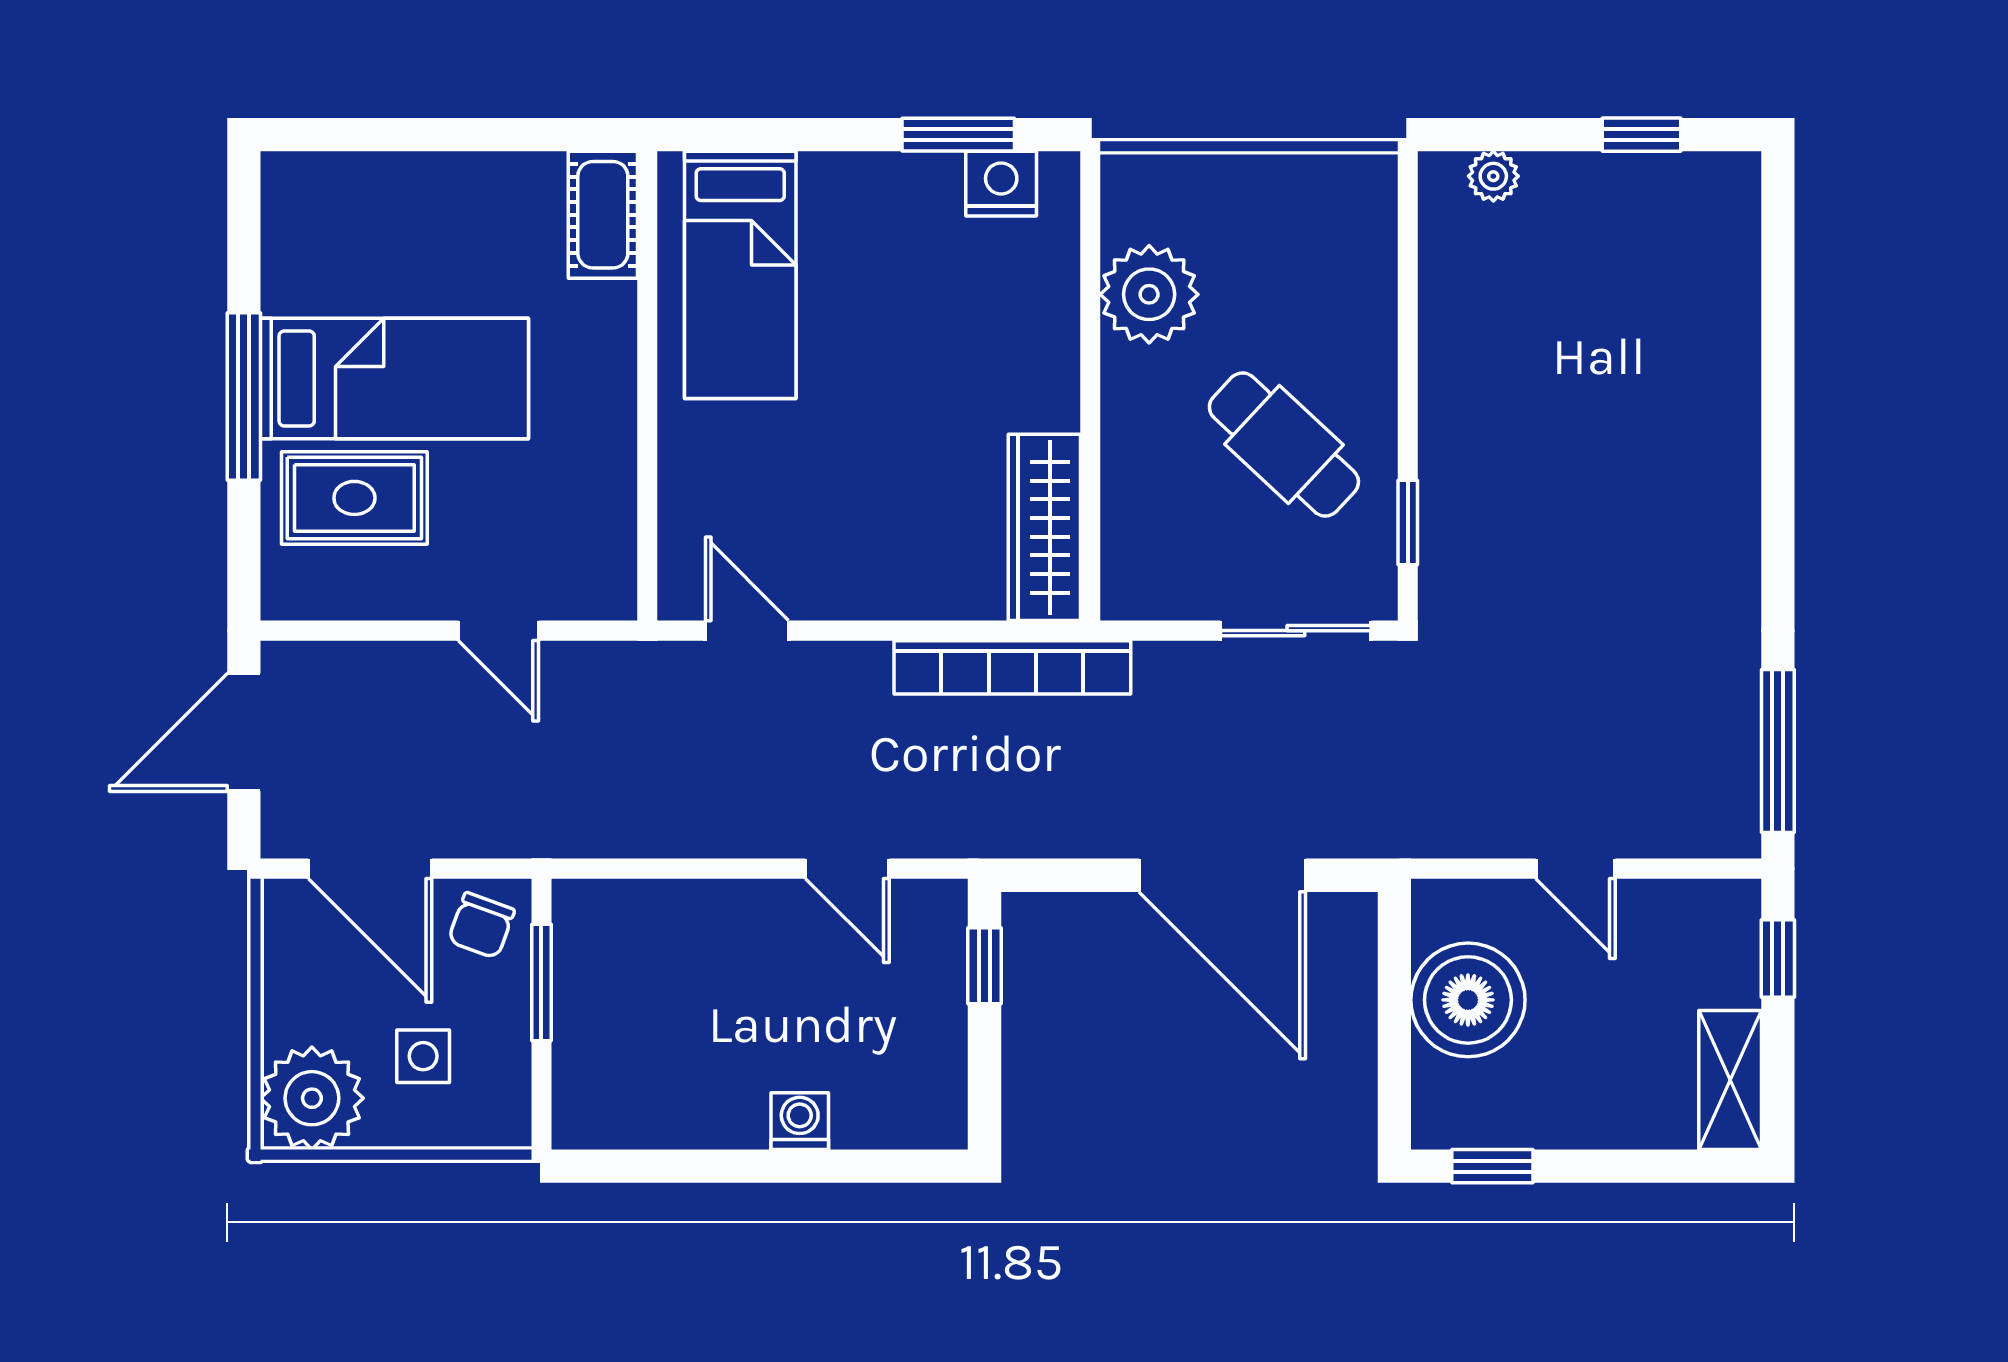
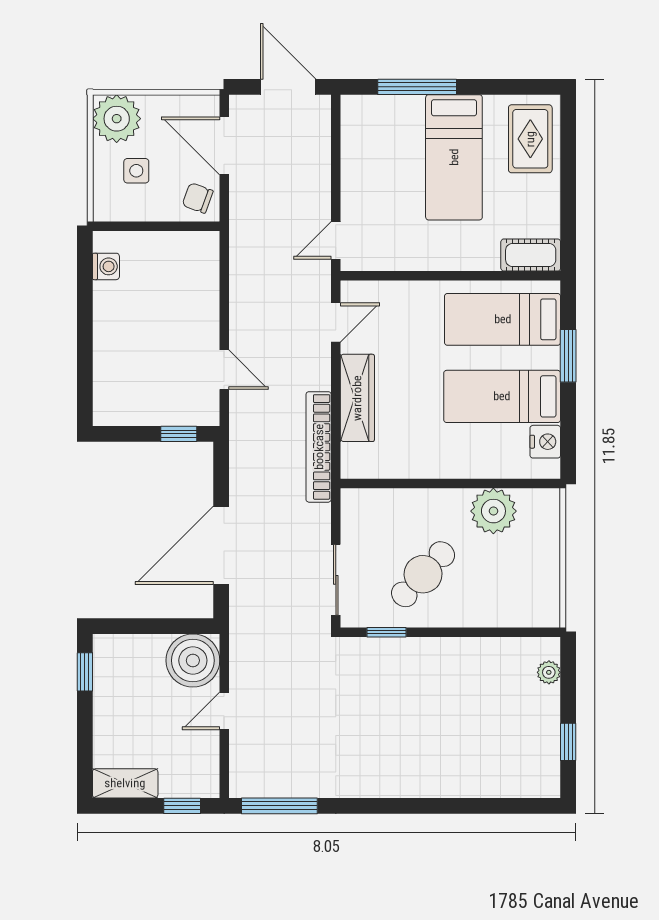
window: (958, 135) -> (568, 356), moved
bed: (905, 276) -> (502, 396), added
window: (244, 397) -> (417, 87), moved
rug: (354, 498) -> (530, 139), moved
wardrobe: (1044, 527) -> (357, 398), moved, turned 90
door: (498, 631) -> (336, 240), moved
door: (370, 869) -> (224, 146), hinge flipped
door: (847, 869) -> (224, 370), swing flipped
window: (541, 982) -> (171, 226), removed
boiler: (1468, 1000) -> (193, 660), moved
washing machine: (800, 1121) -> (106, 266), moved

